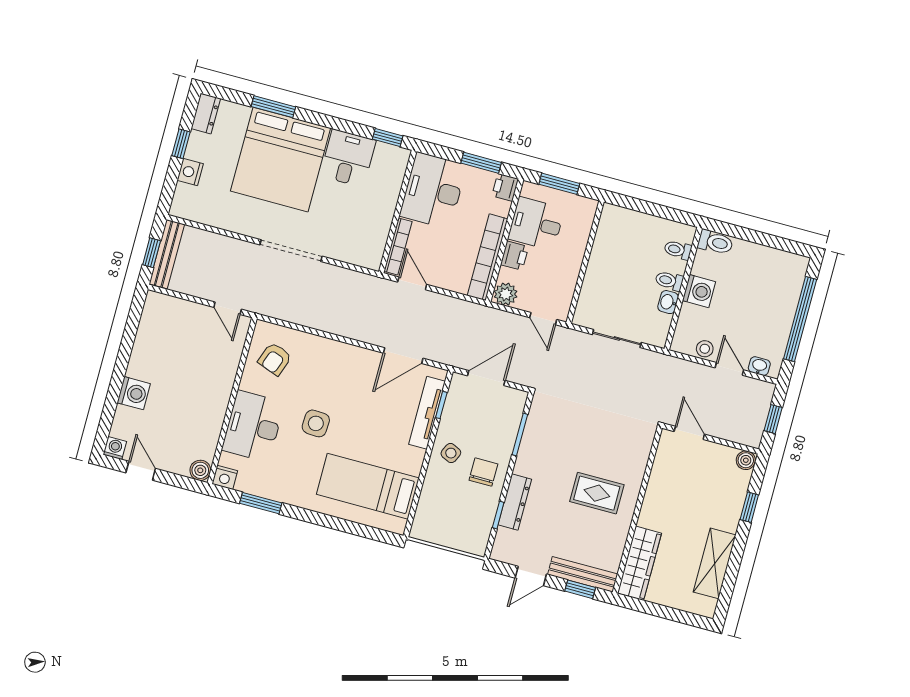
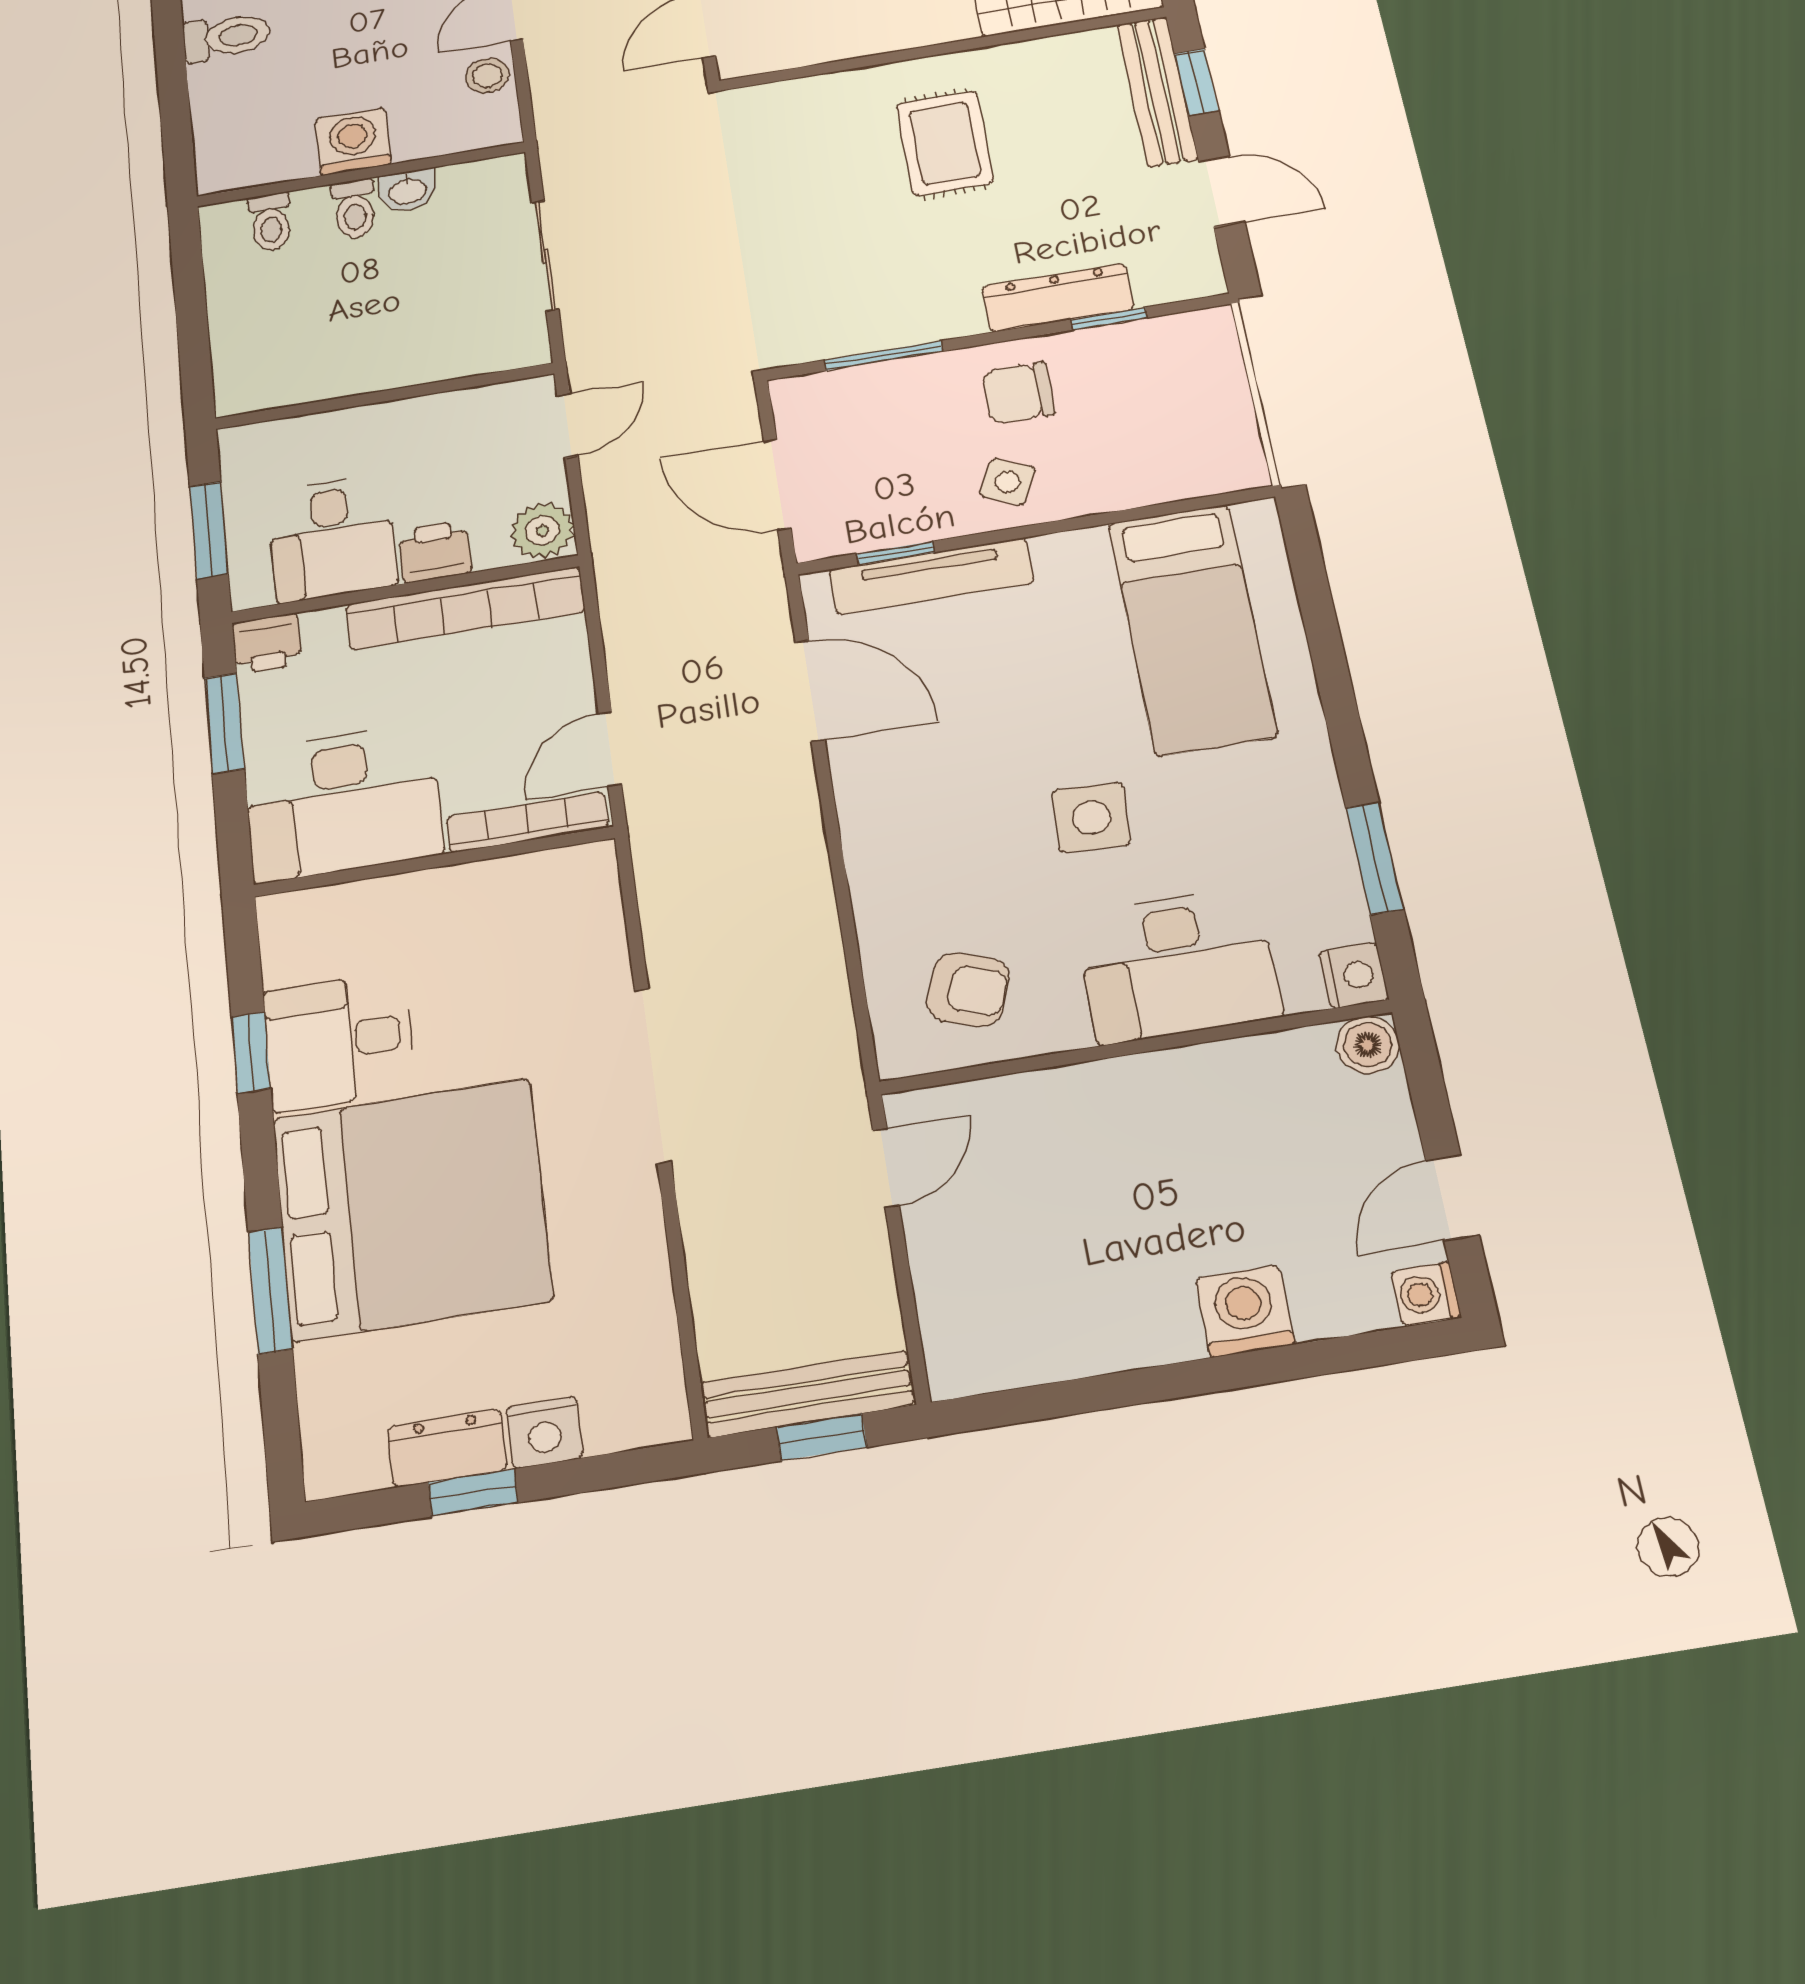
dresser: (206, 113) -> (447, 1448), moved
window: (388, 138) -> (251, 1052), moved
toilet: (715, 242) -> (226, 37), moved, turned 90

